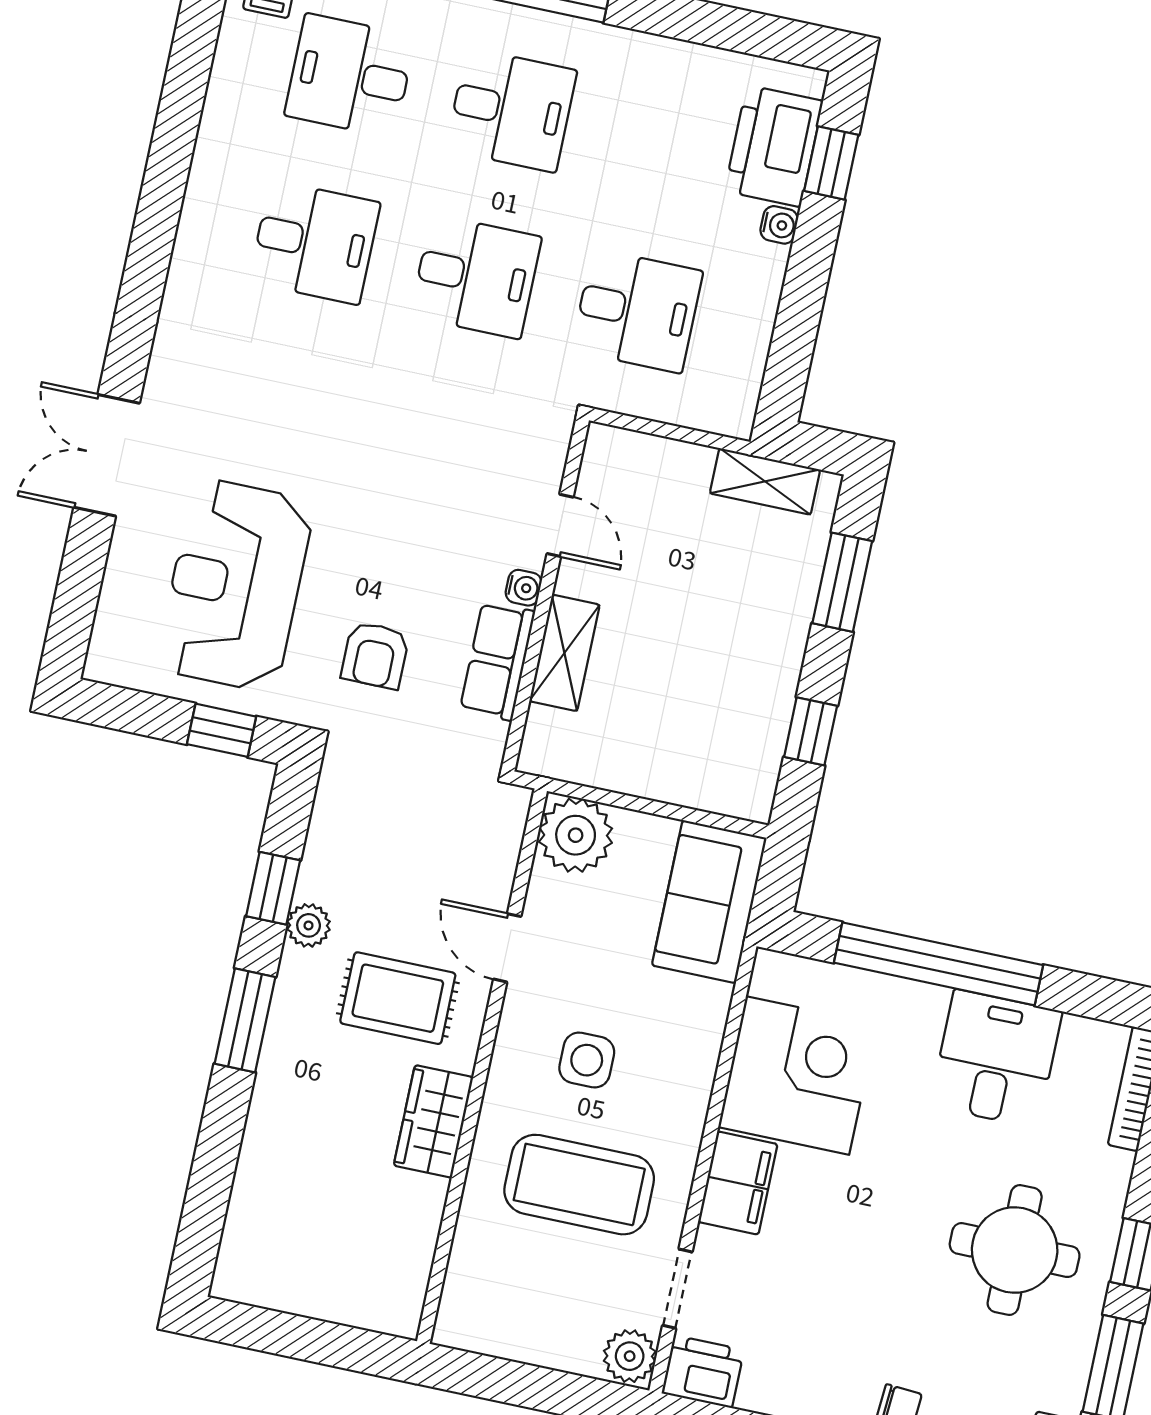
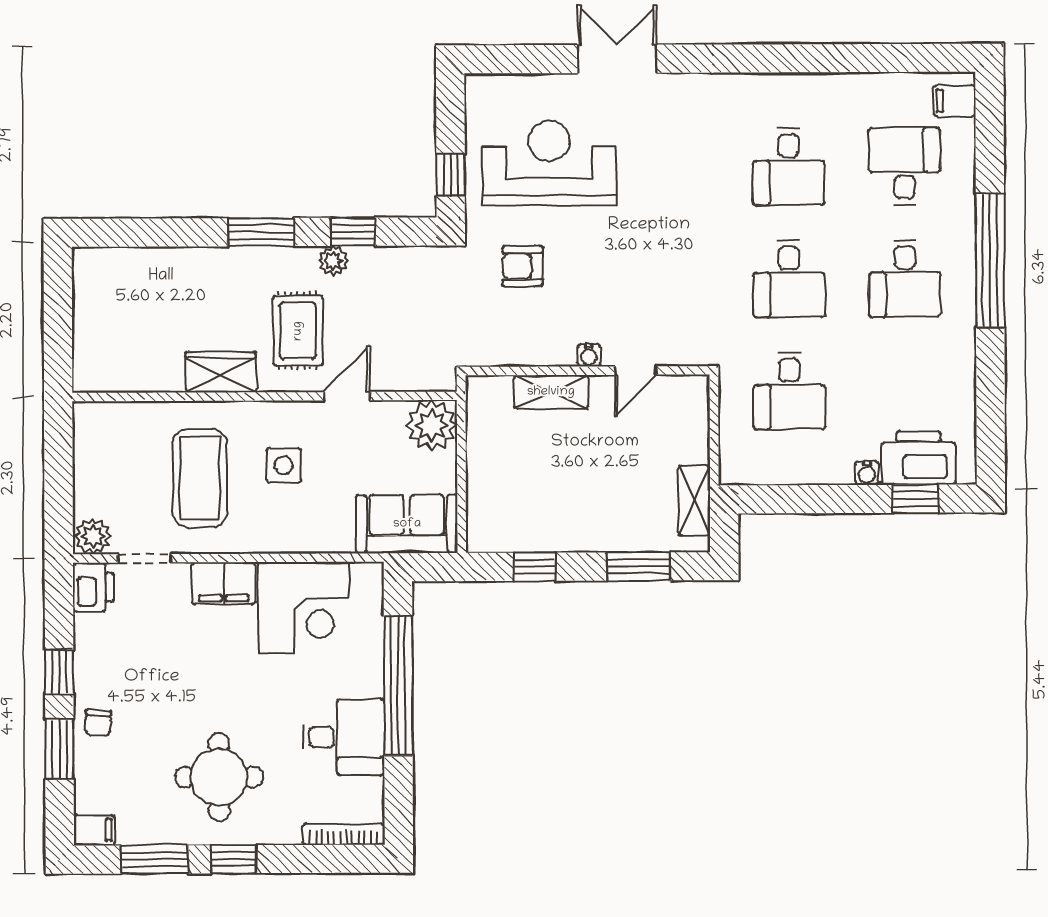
row of seats: (497, 661) -> (536, 348), removed

